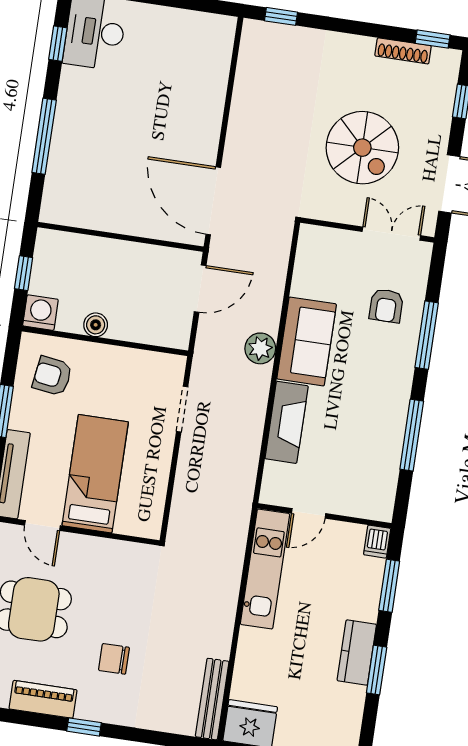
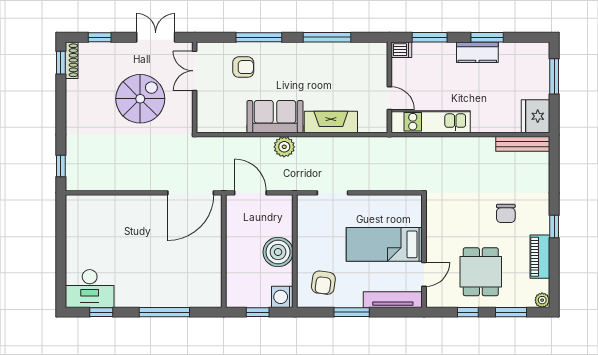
shoe rack: (403, 51) -> (72, 60), moved
boiler: (96, 325) -> (278, 252), width x1.86, depth x1.86

